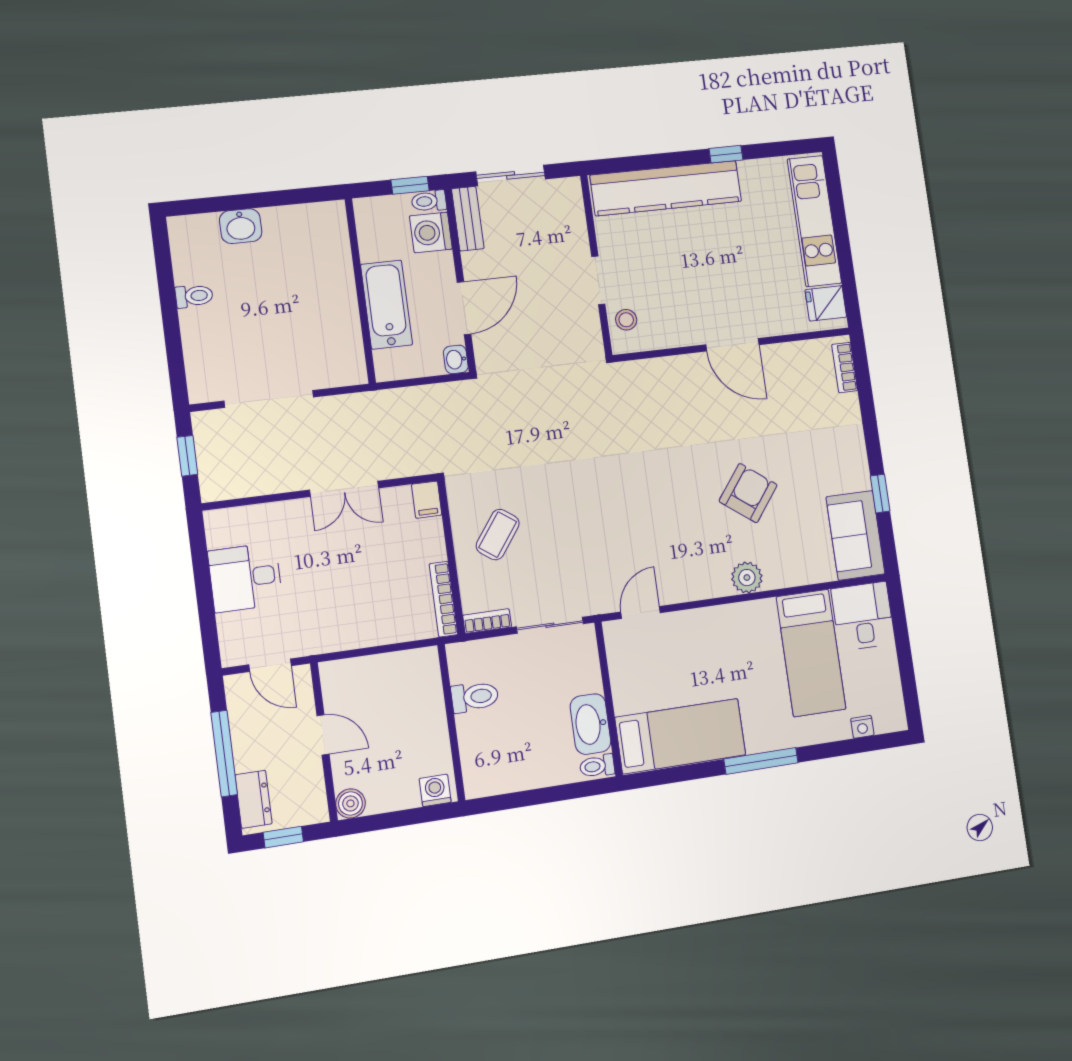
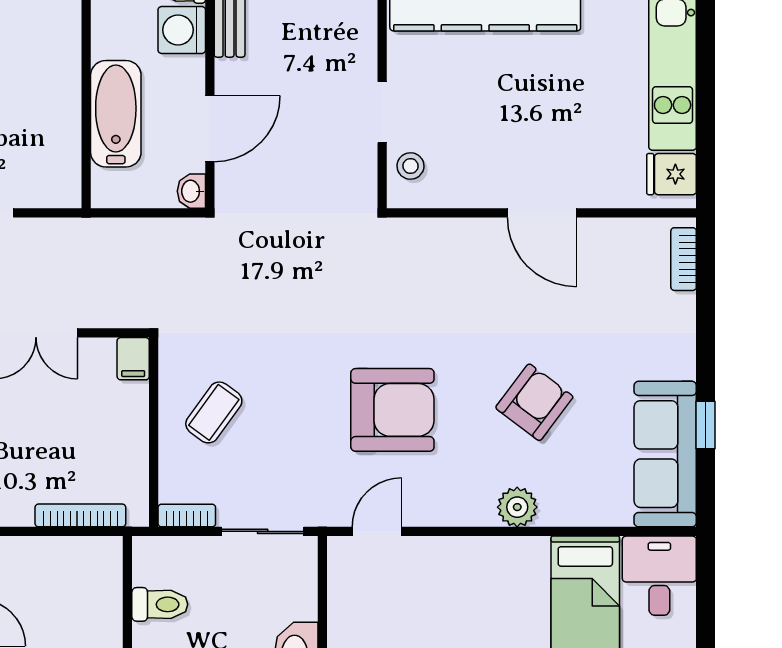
armchair: (639, 514) -> (392, 410), added
sofa: (856, 535) -> (665, 454), width x1.36
bookcase: (443, 599) -> (80, 515), moved, turned 90

